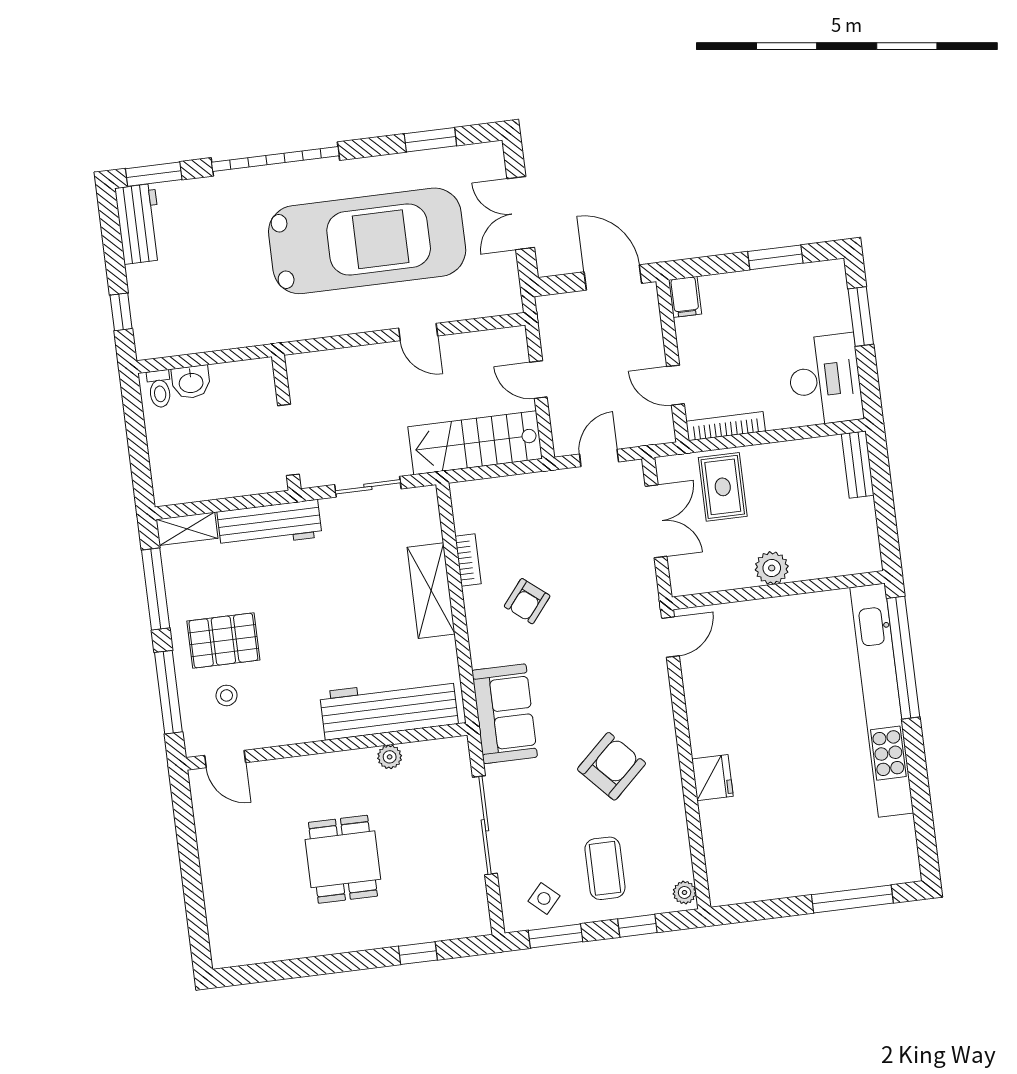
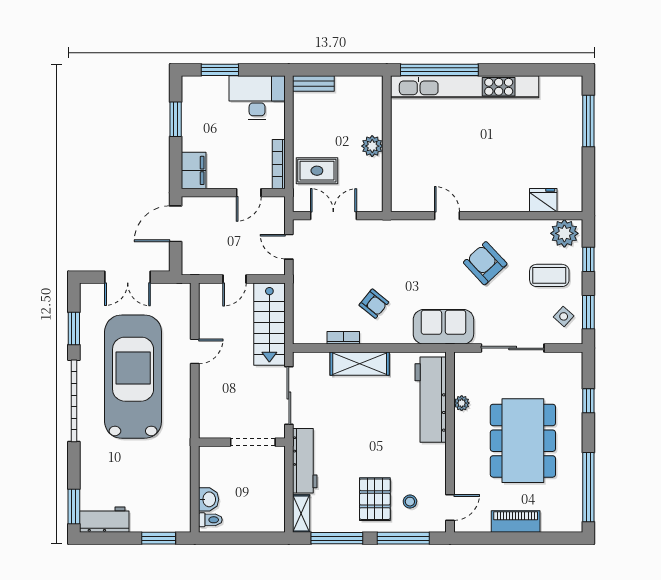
garage door: (275, 159) -> (74, 401), moved
filing cabinet: (685, 297) -> (194, 170), width x2.00
window: (121, 312) -> (159, 538), width x1.50
sliding door: (368, 487) -> (289, 395), width x1.37
door: (670, 637) -> (447, 216), moved
fridge: (712, 778) -> (543, 200), moved
dining table: (343, 859) -> (523, 441), width x1.88, depth x1.24
piano: (216, 864) -> (516, 522), added
plant: (685, 892) -> (564, 233), width x1.88, depth x1.88
window: (283, 970) -> (588, 487), added

